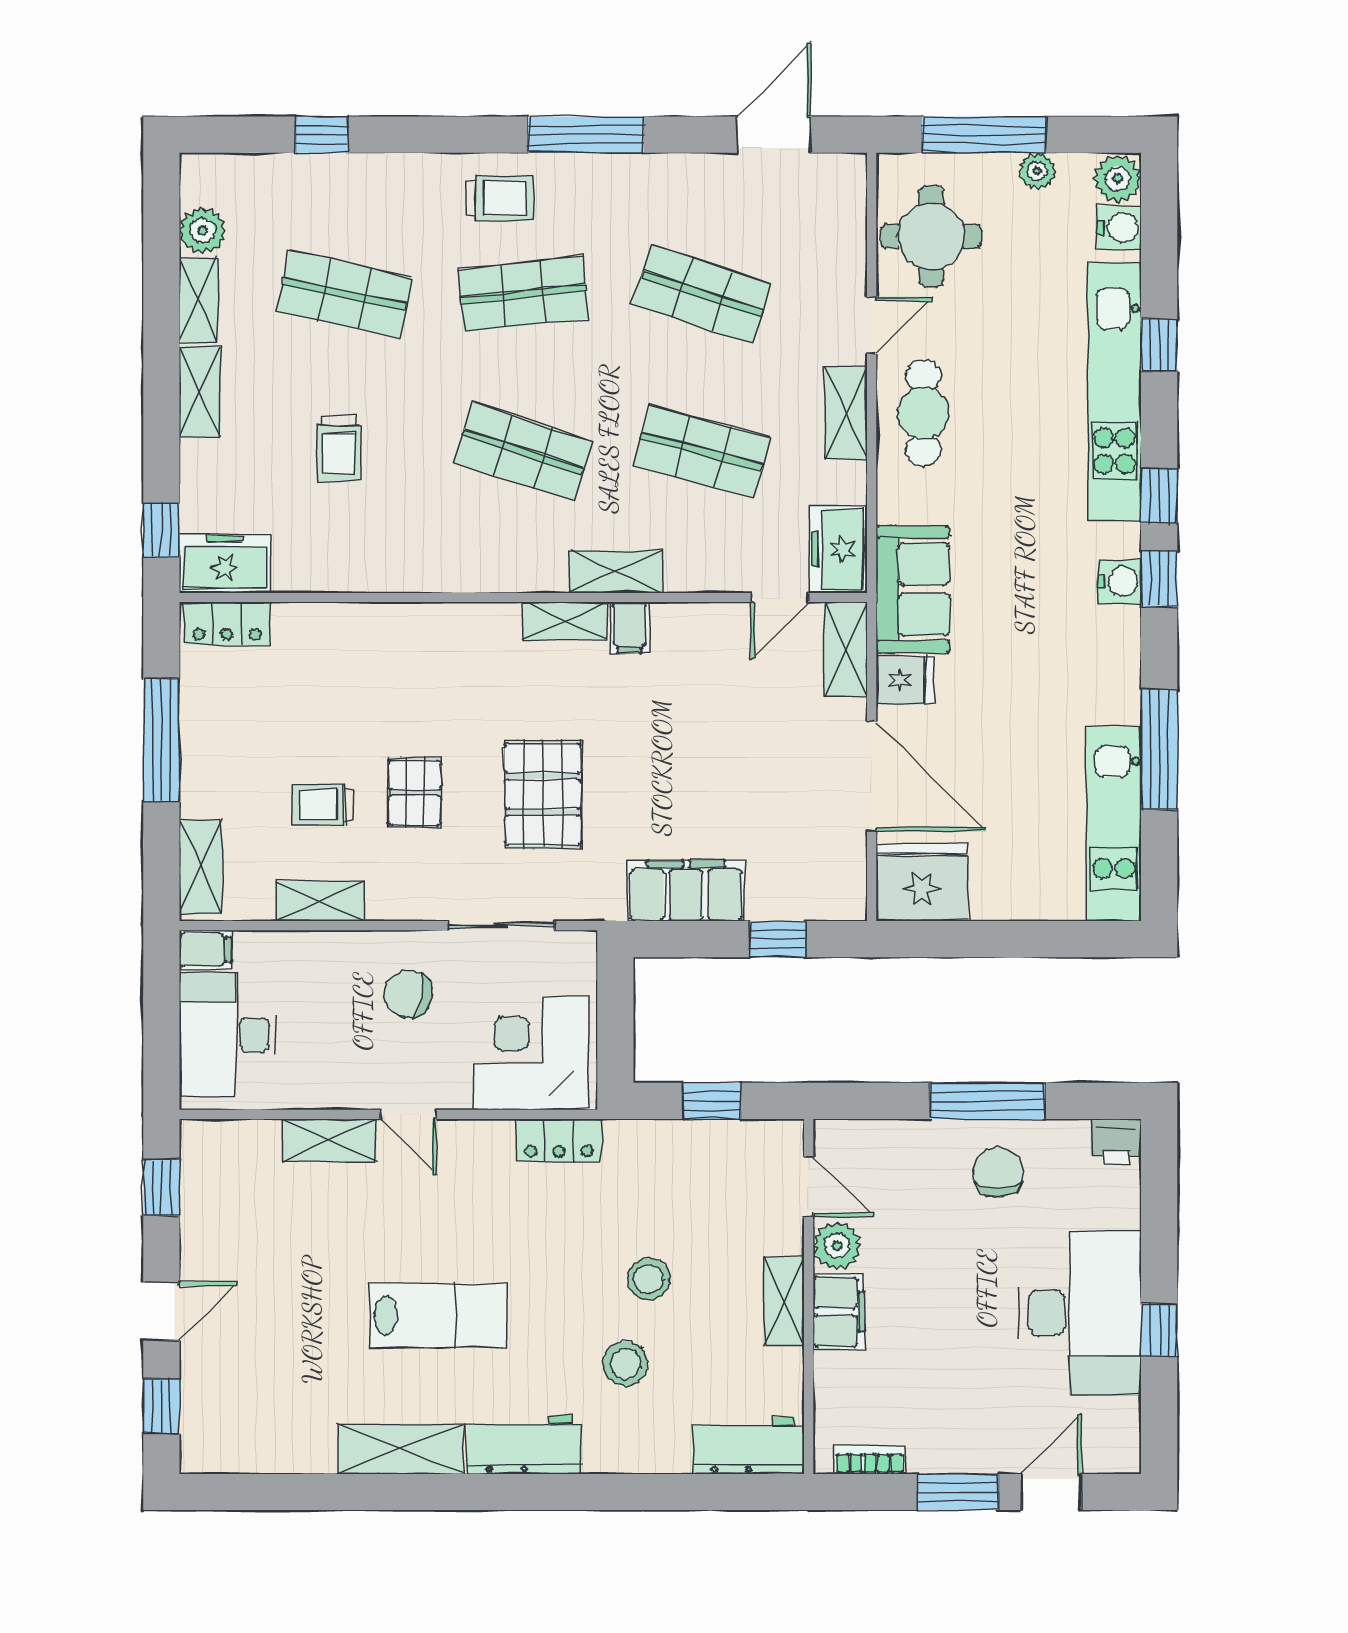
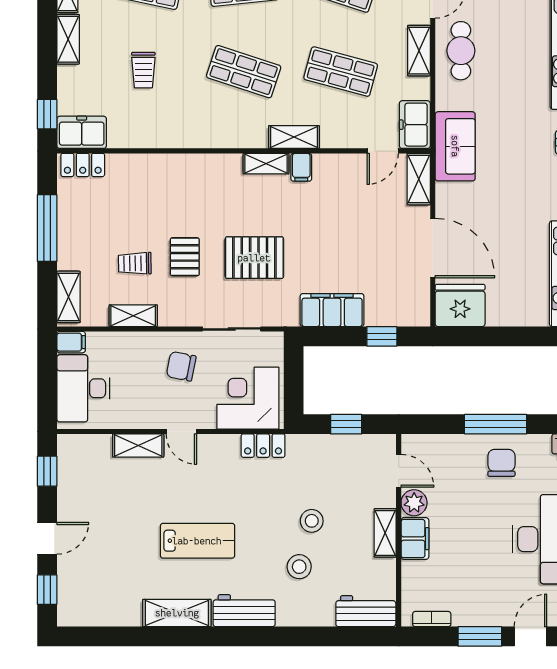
fridge: (905, 681) -> (451, 196), removed
pallet: (543, 794) -> (254, 258), turned 90

